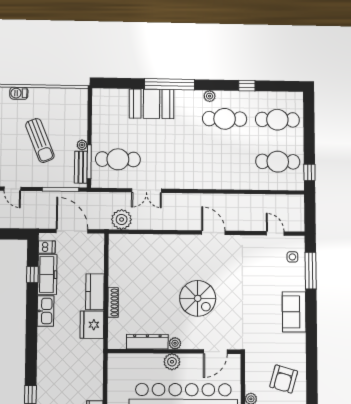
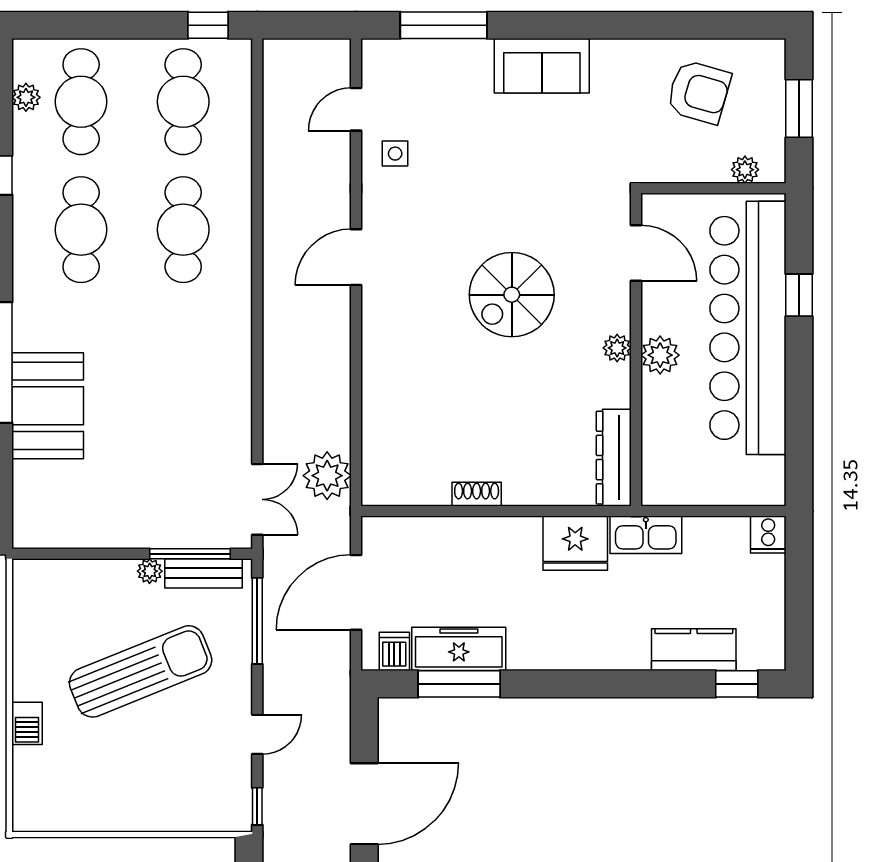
plant: (210, 96) -> (26, 97), moved
sun lounger: (40, 140) -> (141, 671), width x1.36, depth x1.34
cafe table: (118, 159) -> (183, 230), moved
double door: (146, 191) -> (257, 499), moved
side table: (292, 257) -> (395, 154), moved
window: (32, 274) -> (459, 684), width x2.17
kitchen counter: (95, 292) -> (694, 650), moved, turned 180
spiral stairs: (198, 298) -> (512, 295), turned 180
shoe rack: (113, 302) -> (477, 494), moved, width x0.70
kitchen sink: (46, 311) -> (646, 535), moved, turned 180
dresser: (147, 342) -> (614, 458), moved

